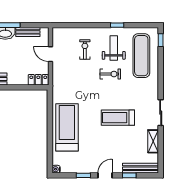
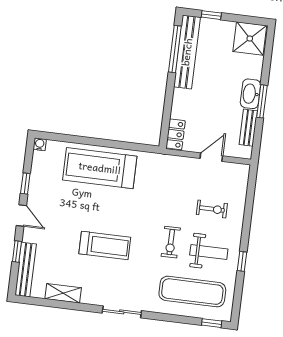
sliding door: (161, 113) -> (122, 312), moved
treadmill: (118, 118) -> (105, 245), turned 90
treadmill: (67, 127) -> (100, 168), turned 180

